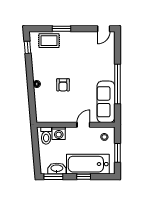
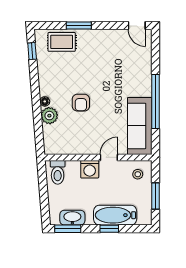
door: (104, 29) -> (137, 25), hinge flipped
plant: (40, 94) -> (49, 116), added
washing machine: (59, 133) -> (90, 169), moved
bathtub: (88, 164) -> (115, 215), width x0.73, depth x0.73

